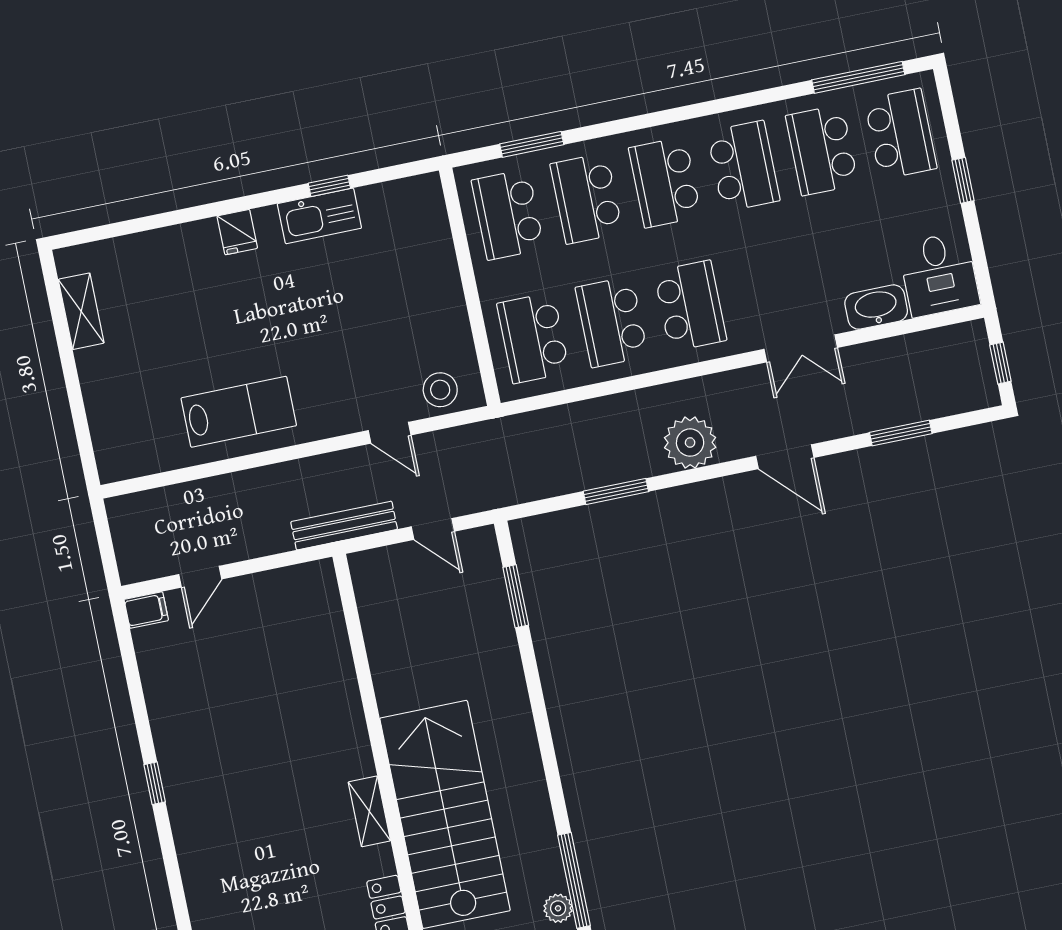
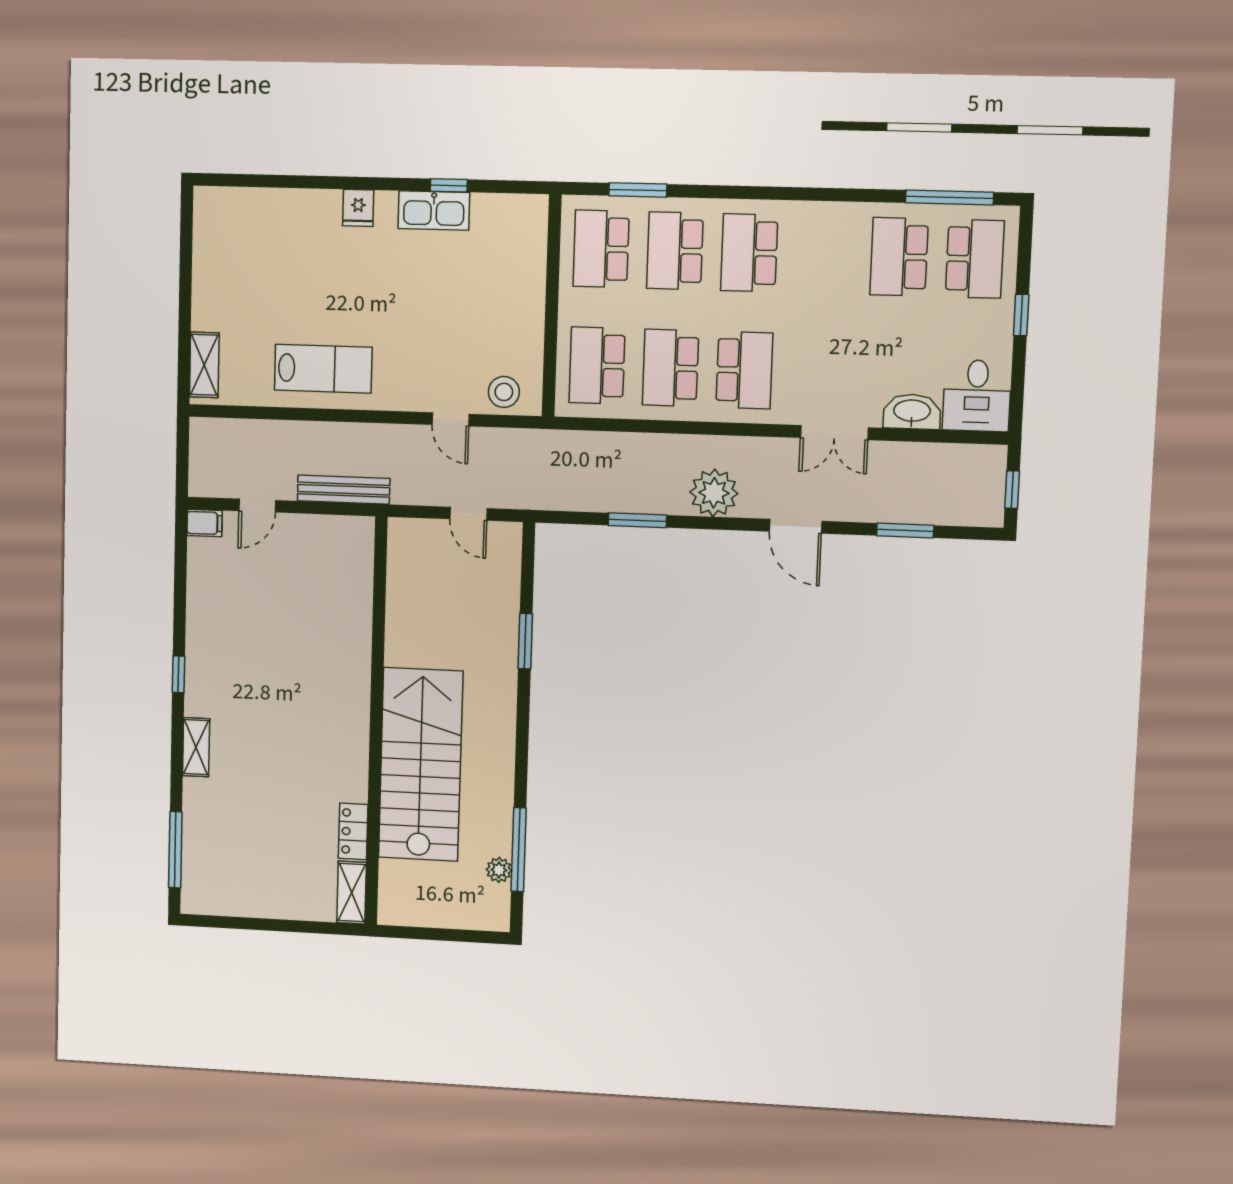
school desk: (743, 166) -> (824, 255), removed
shelving: (81, 311) -> (204, 365), moved
bench: (344, 526) -> (344, 490), moved
window: (516, 596) -> (525, 641), moved
shelving: (369, 811) -> (196, 747), moved

